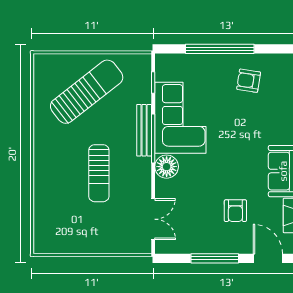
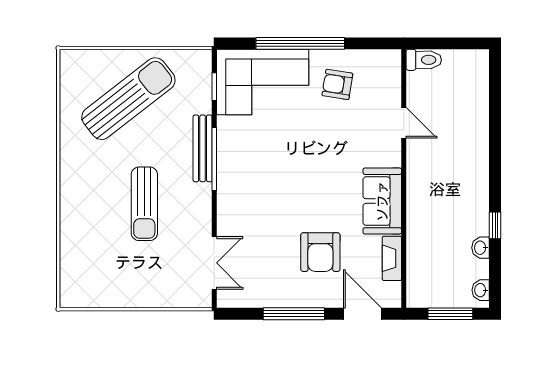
corner sofa: (180, 118) -> (263, 82), moved, turned 90
floor lamp: (167, 167) -> (232, 195), removed
armchair: (235, 211) -> (320, 252), width x1.38, depth x1.38

